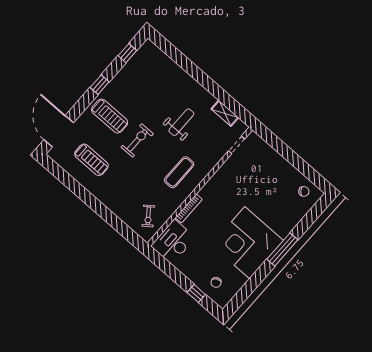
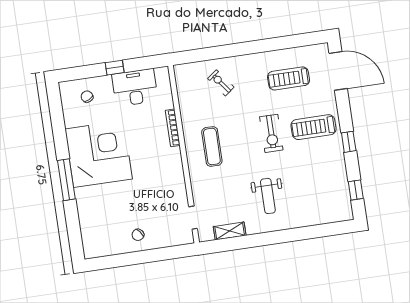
weight bench: (181, 122) -> (268, 196), moved
chair: (304, 191) -> (138, 235), moved
exercise bike: (148, 216) -> (221, 83), moved
desk: (173, 242) -> (135, 88), moved, turned -90
window: (196, 293) -> (115, 68), moved

